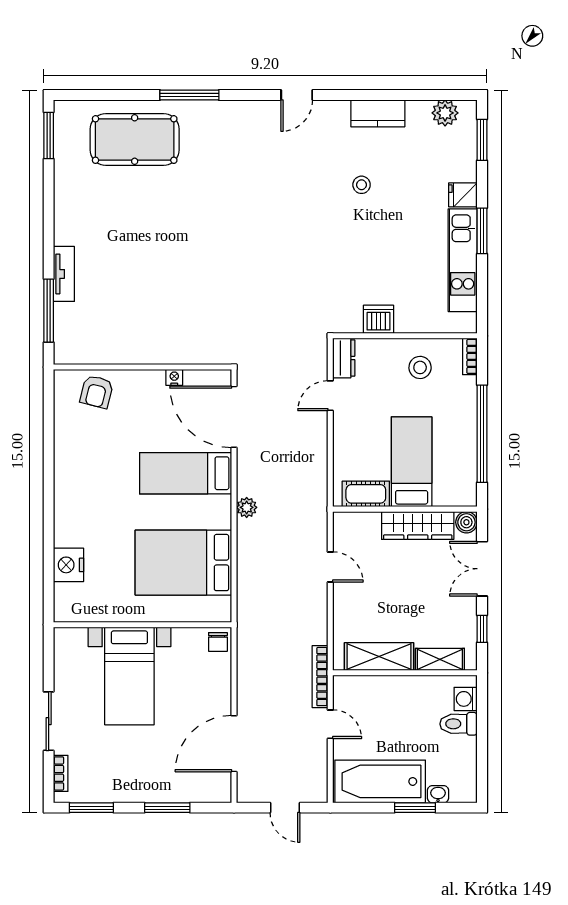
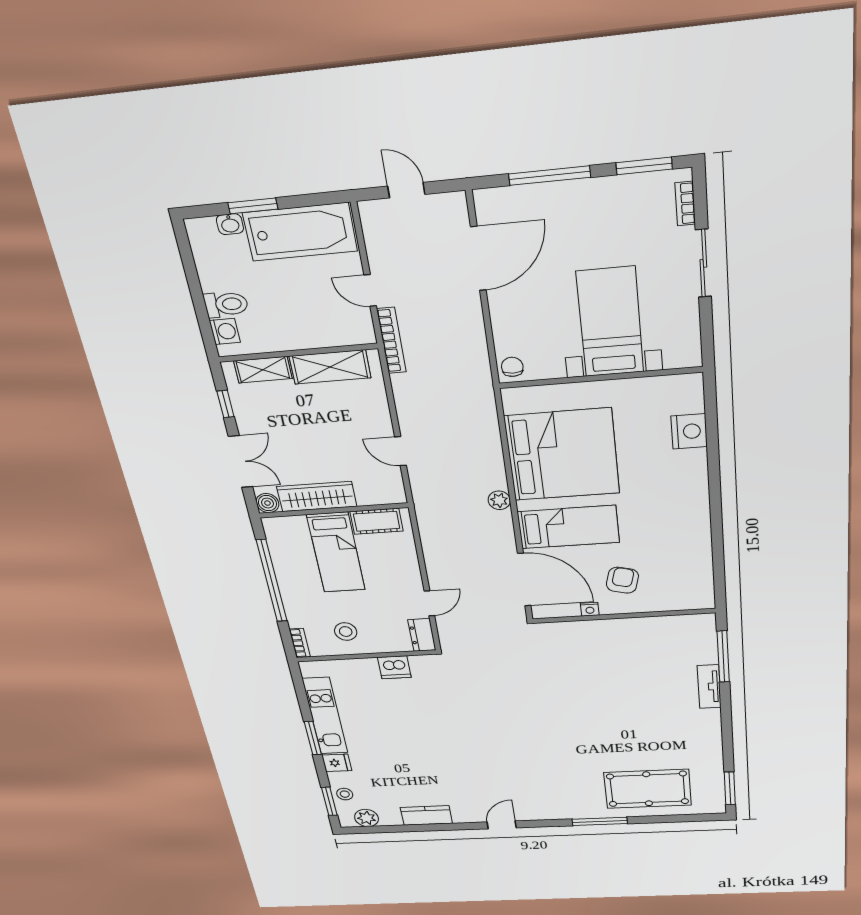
stool: (362, 185) -> (345, 794), moved
armchair: (97, 392) -> (622, 580), moved
bed: (183, 563) -> (562, 455), width x1.36
window: (167, 808) -> (549, 176), width x1.44

